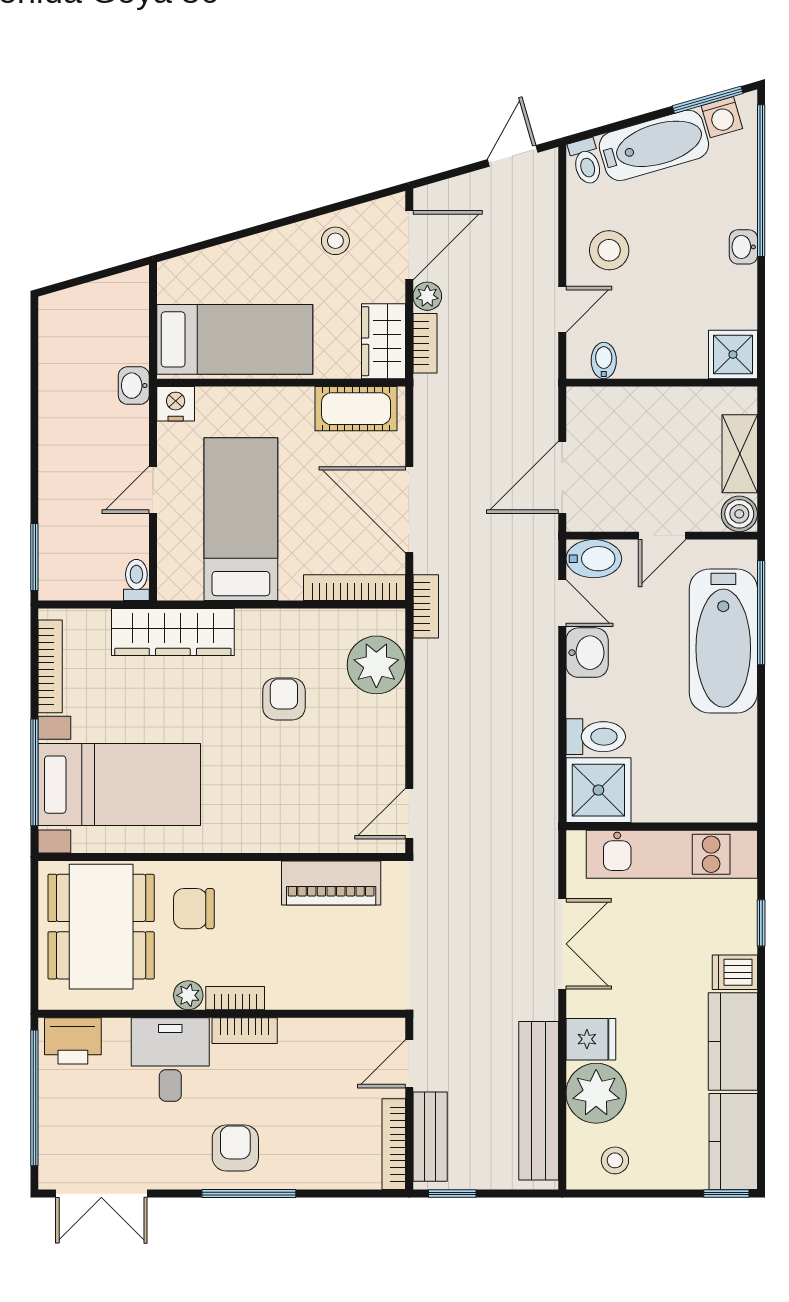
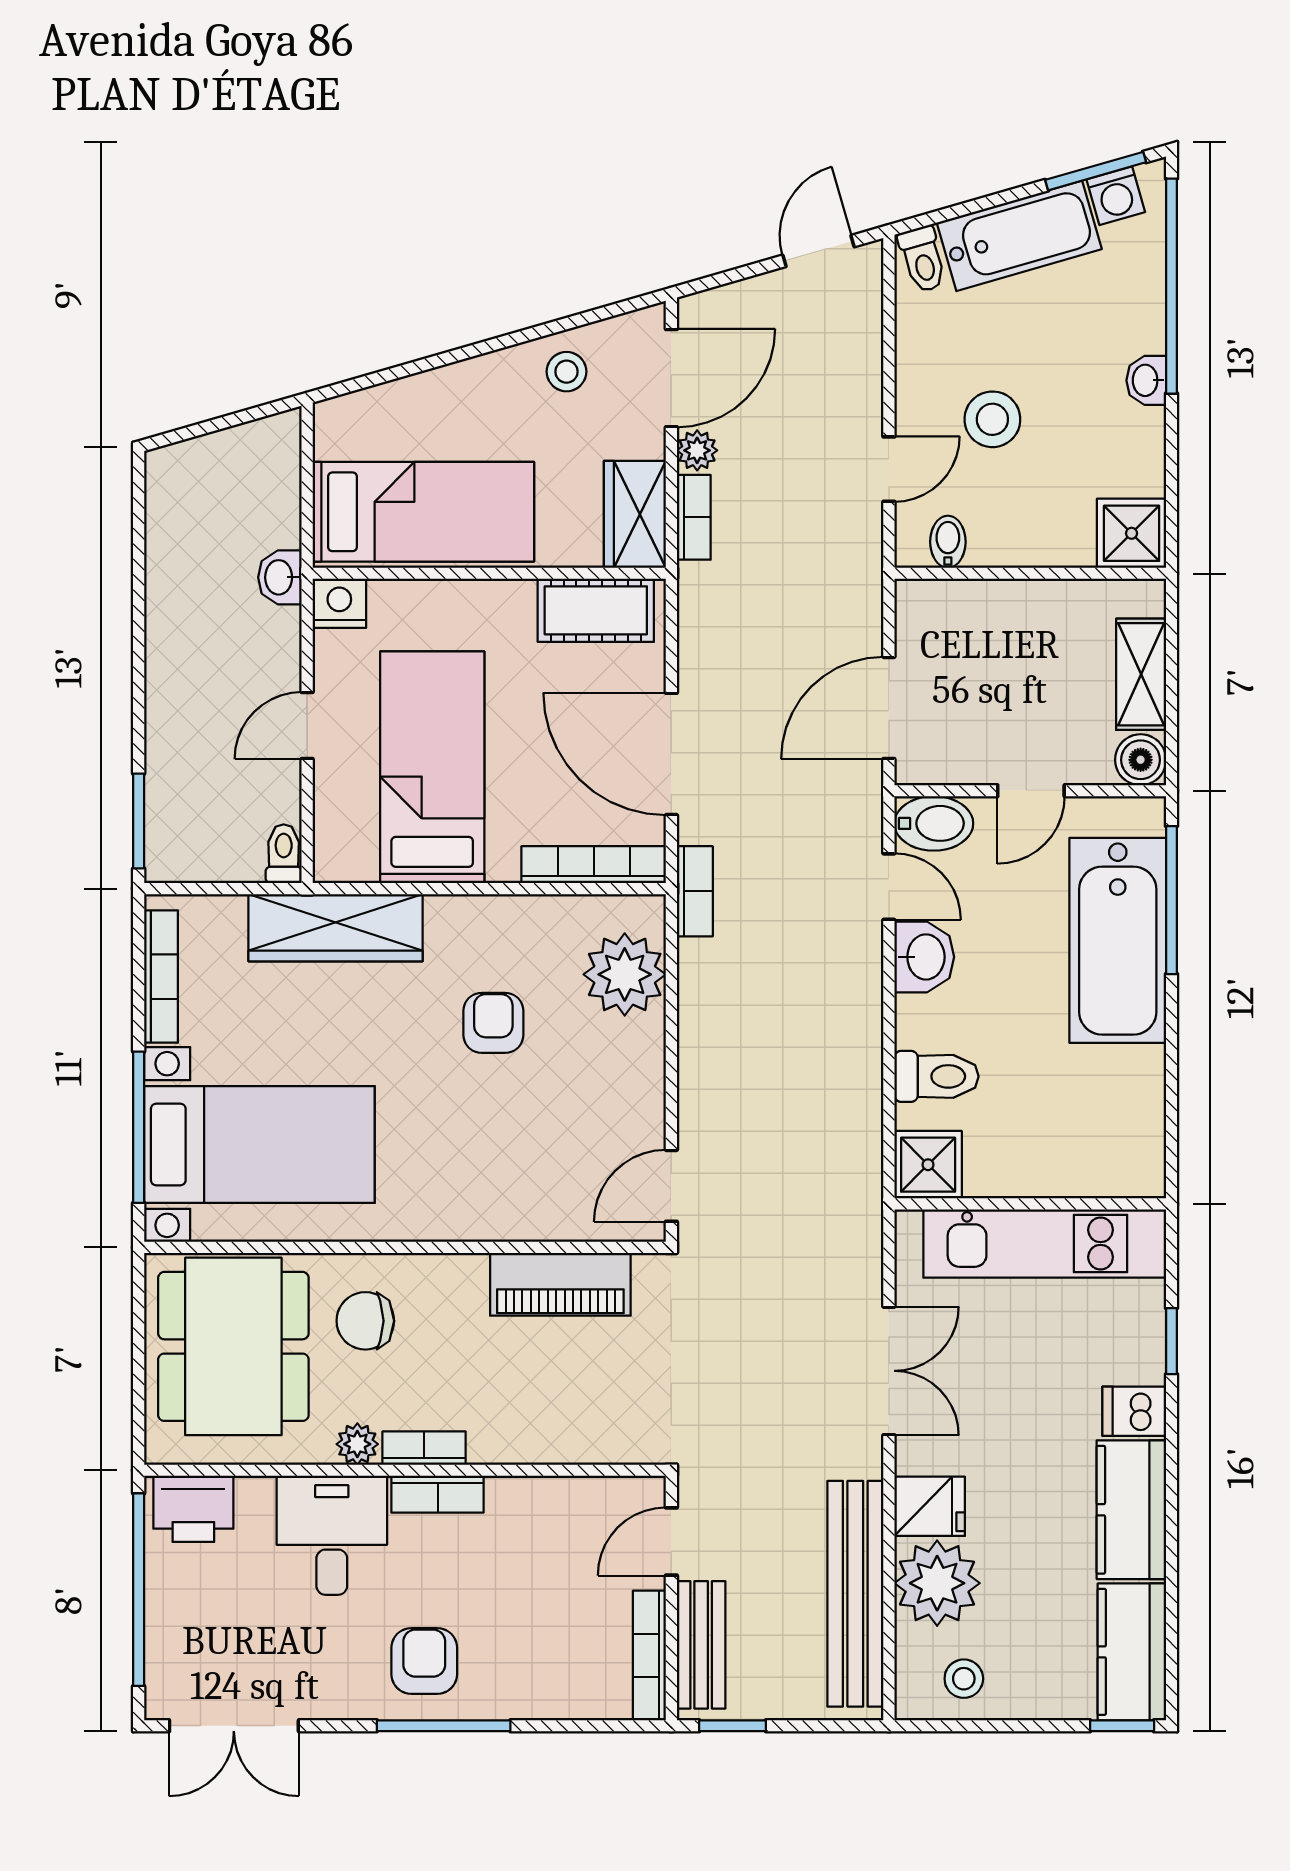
stool: (609, 250) -> (992, 419), moved
shower: (598, 790) -> (928, 1165), width x0.73, depth x0.73

